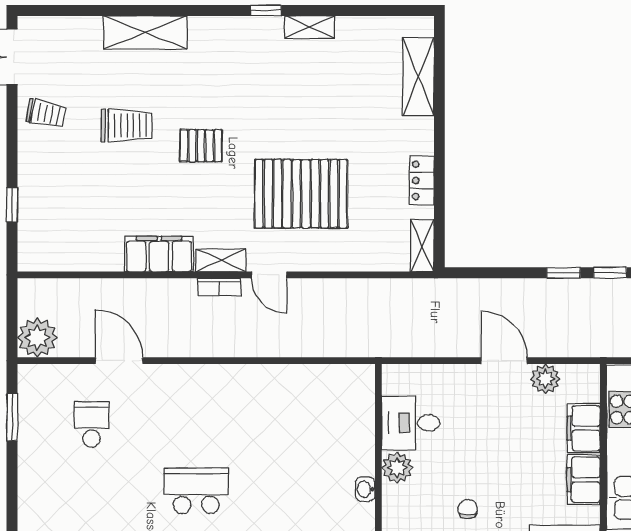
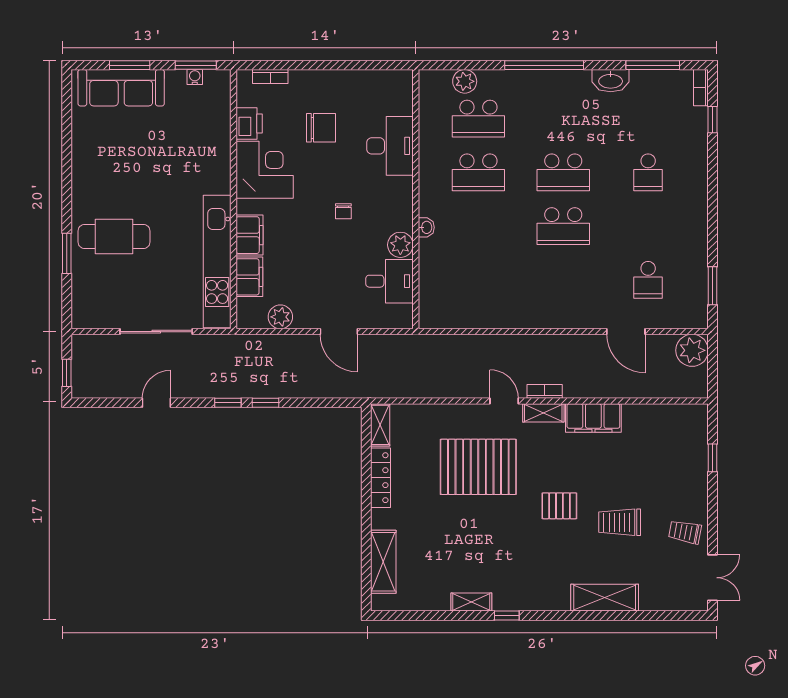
locker: (422, 180) -> (380, 478), width x1.53
door: (504, 361) -> (339, 332), moved

